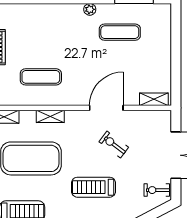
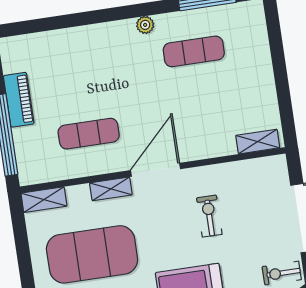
door: (106, 108) -> (155, 170), moved
exercise bike: (114, 144) -> (209, 216), turned 53

